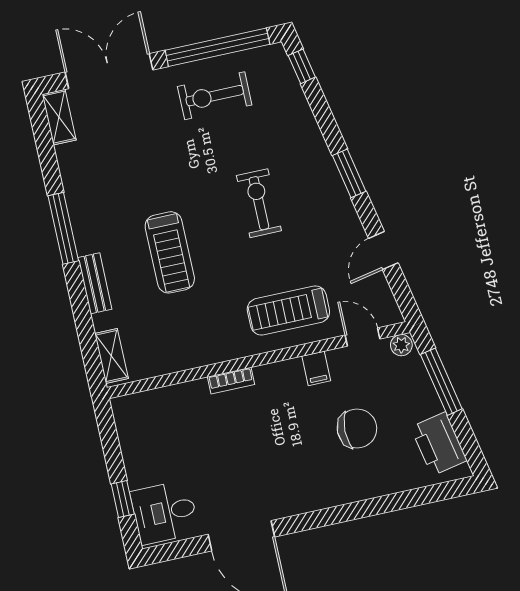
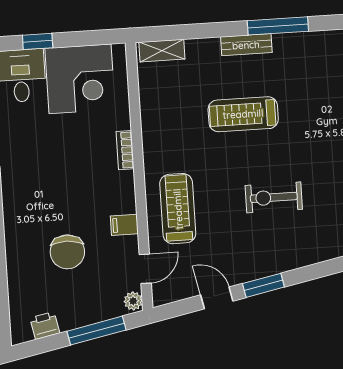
window: (349, 173) -> (263, 285), moved
exercise bike: (259, 203) -> (274, 197), turned 180
bench: (95, 283) -> (246, 45), moved
corner desk: (158, 444) -> (80, 79), added
printer: (439, 444) -> (45, 326), width x0.53, depth x0.68

